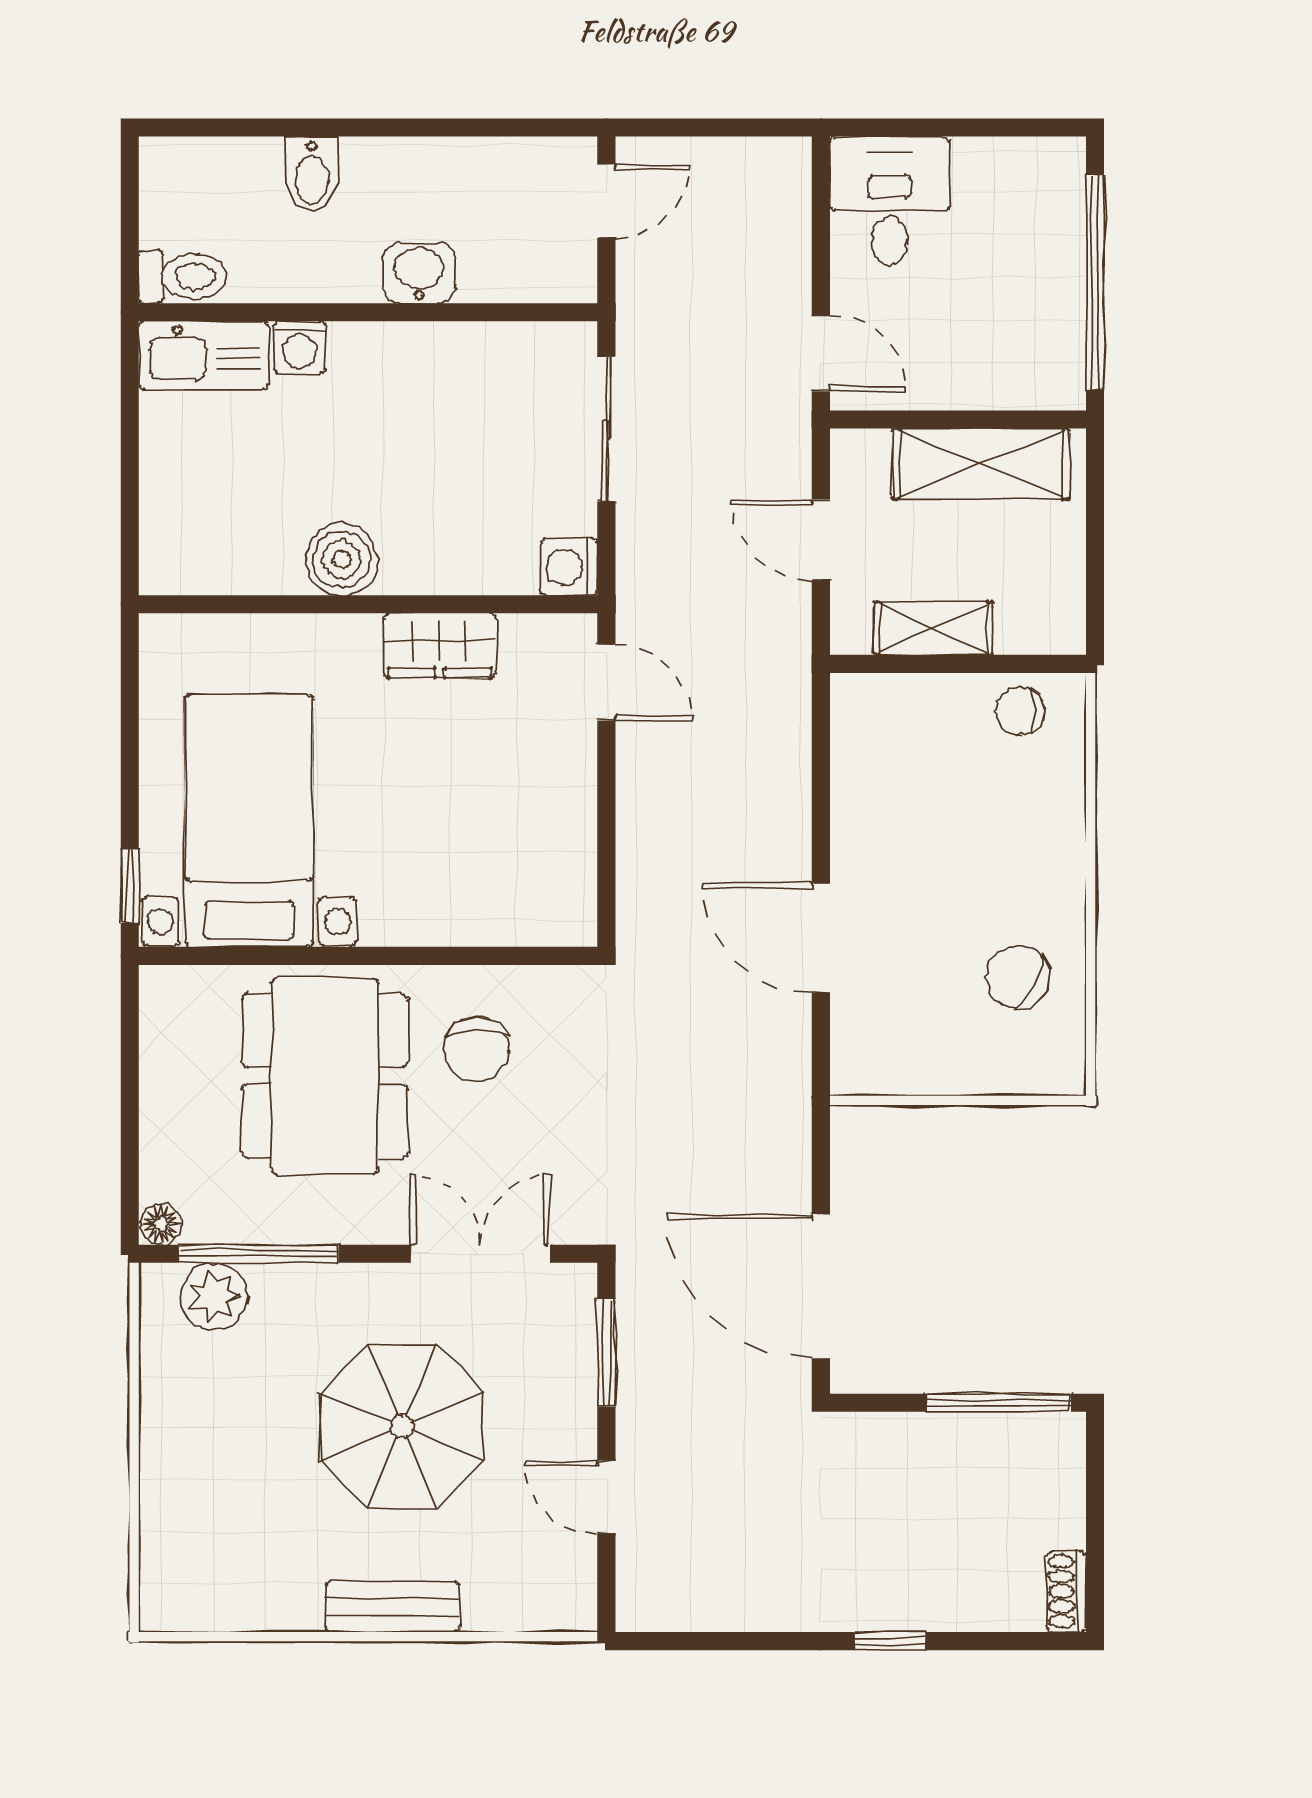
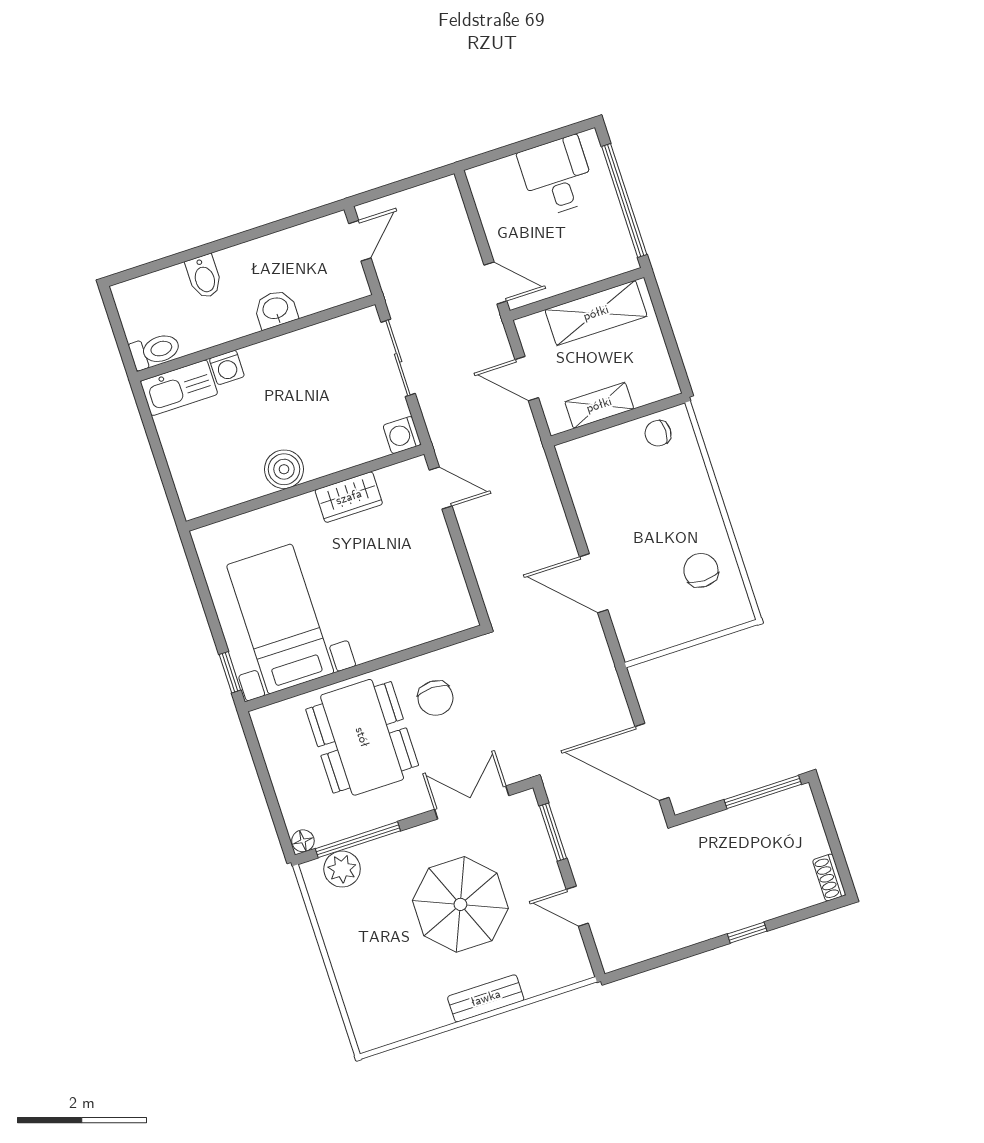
desk: (890, 201) -> (557, 176), moved
chair: (1017, 977) -> (701, 570), turned 63

